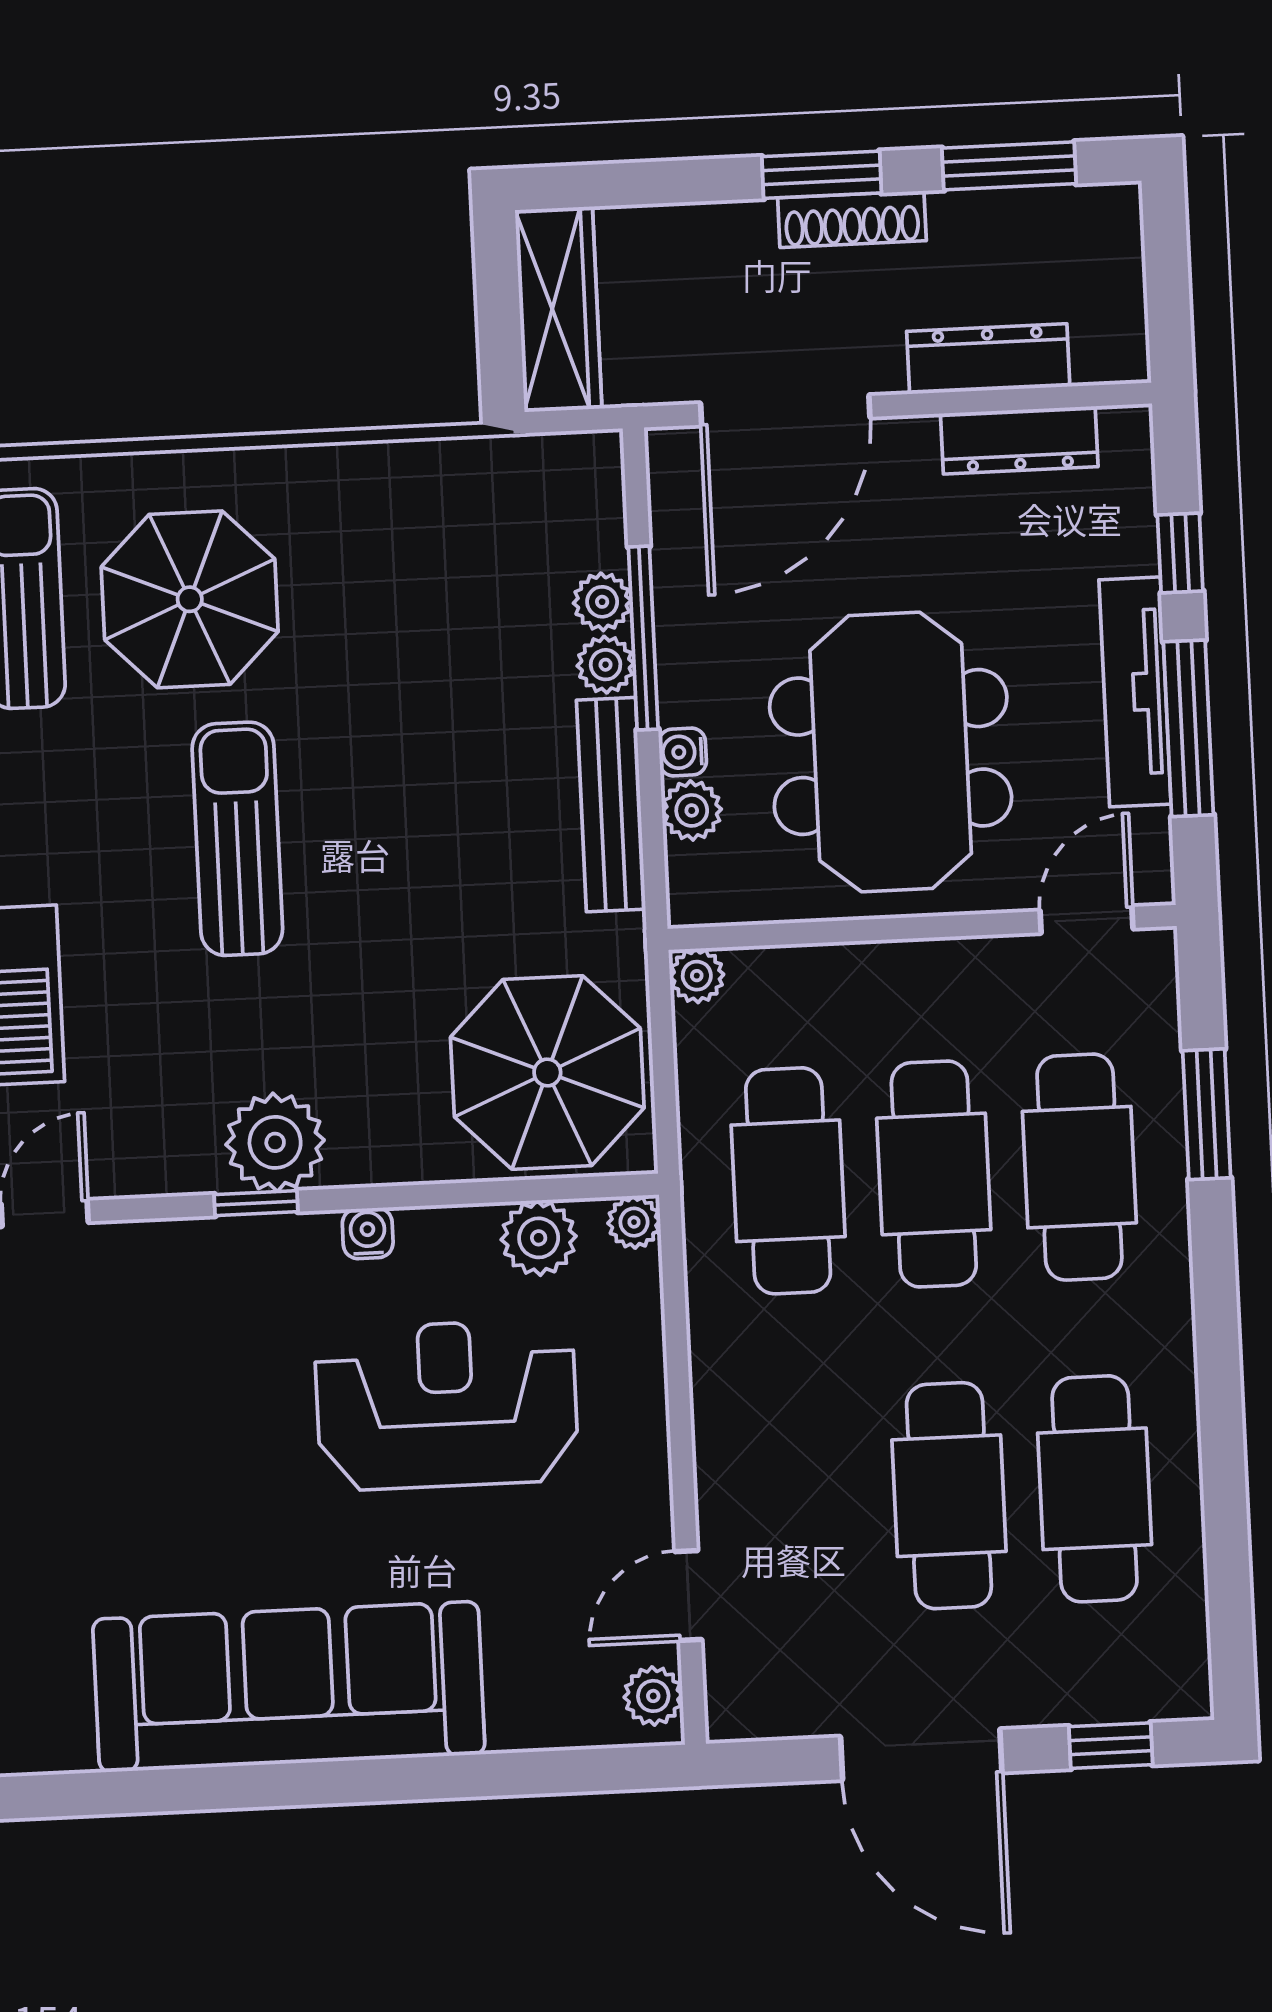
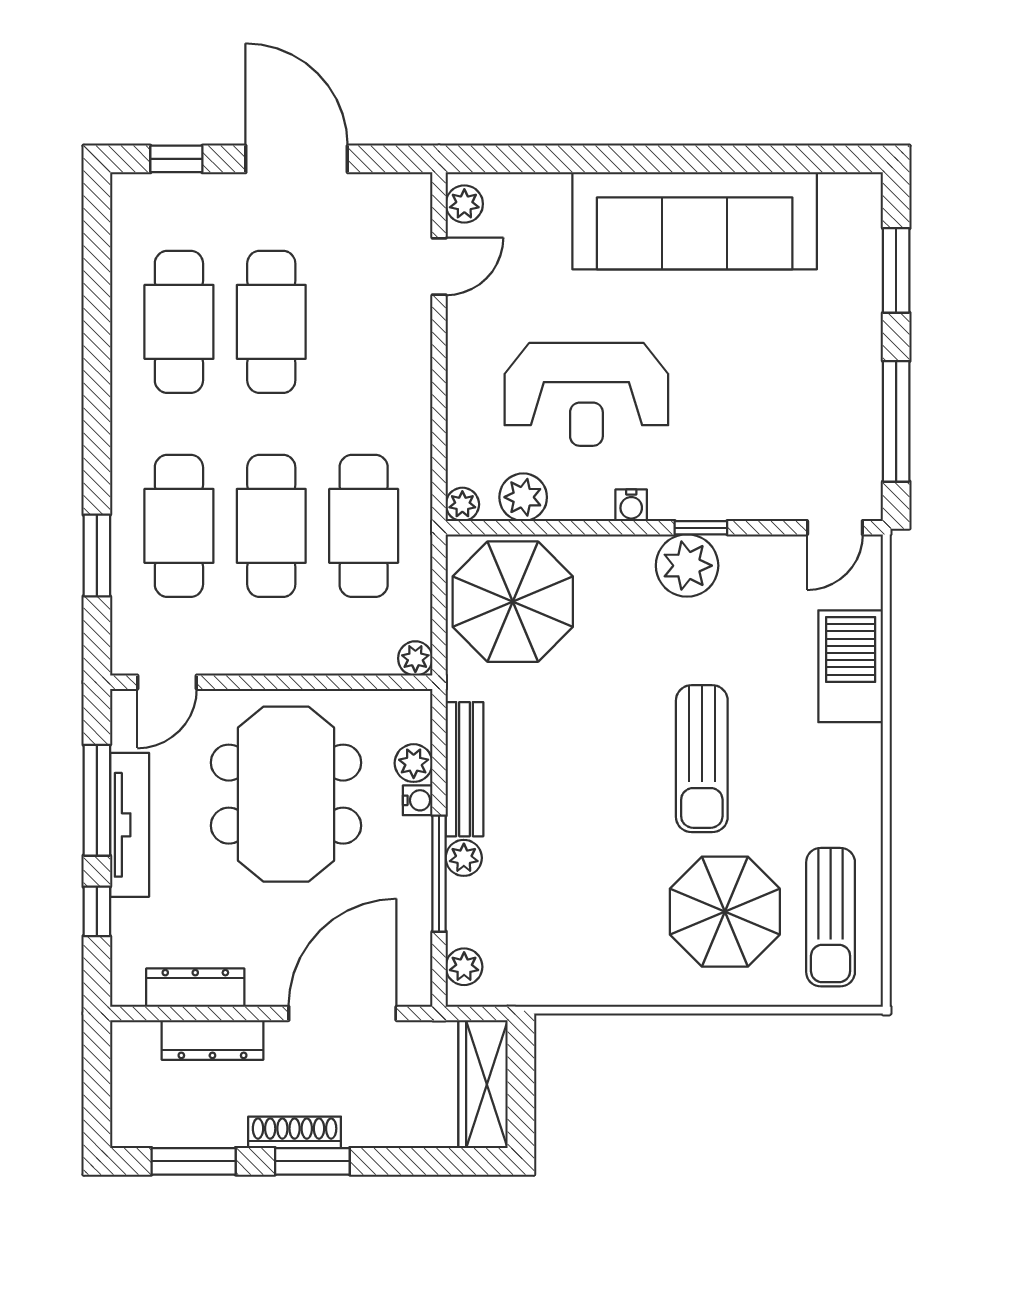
plant: (602, 602) -> (464, 967), moved

